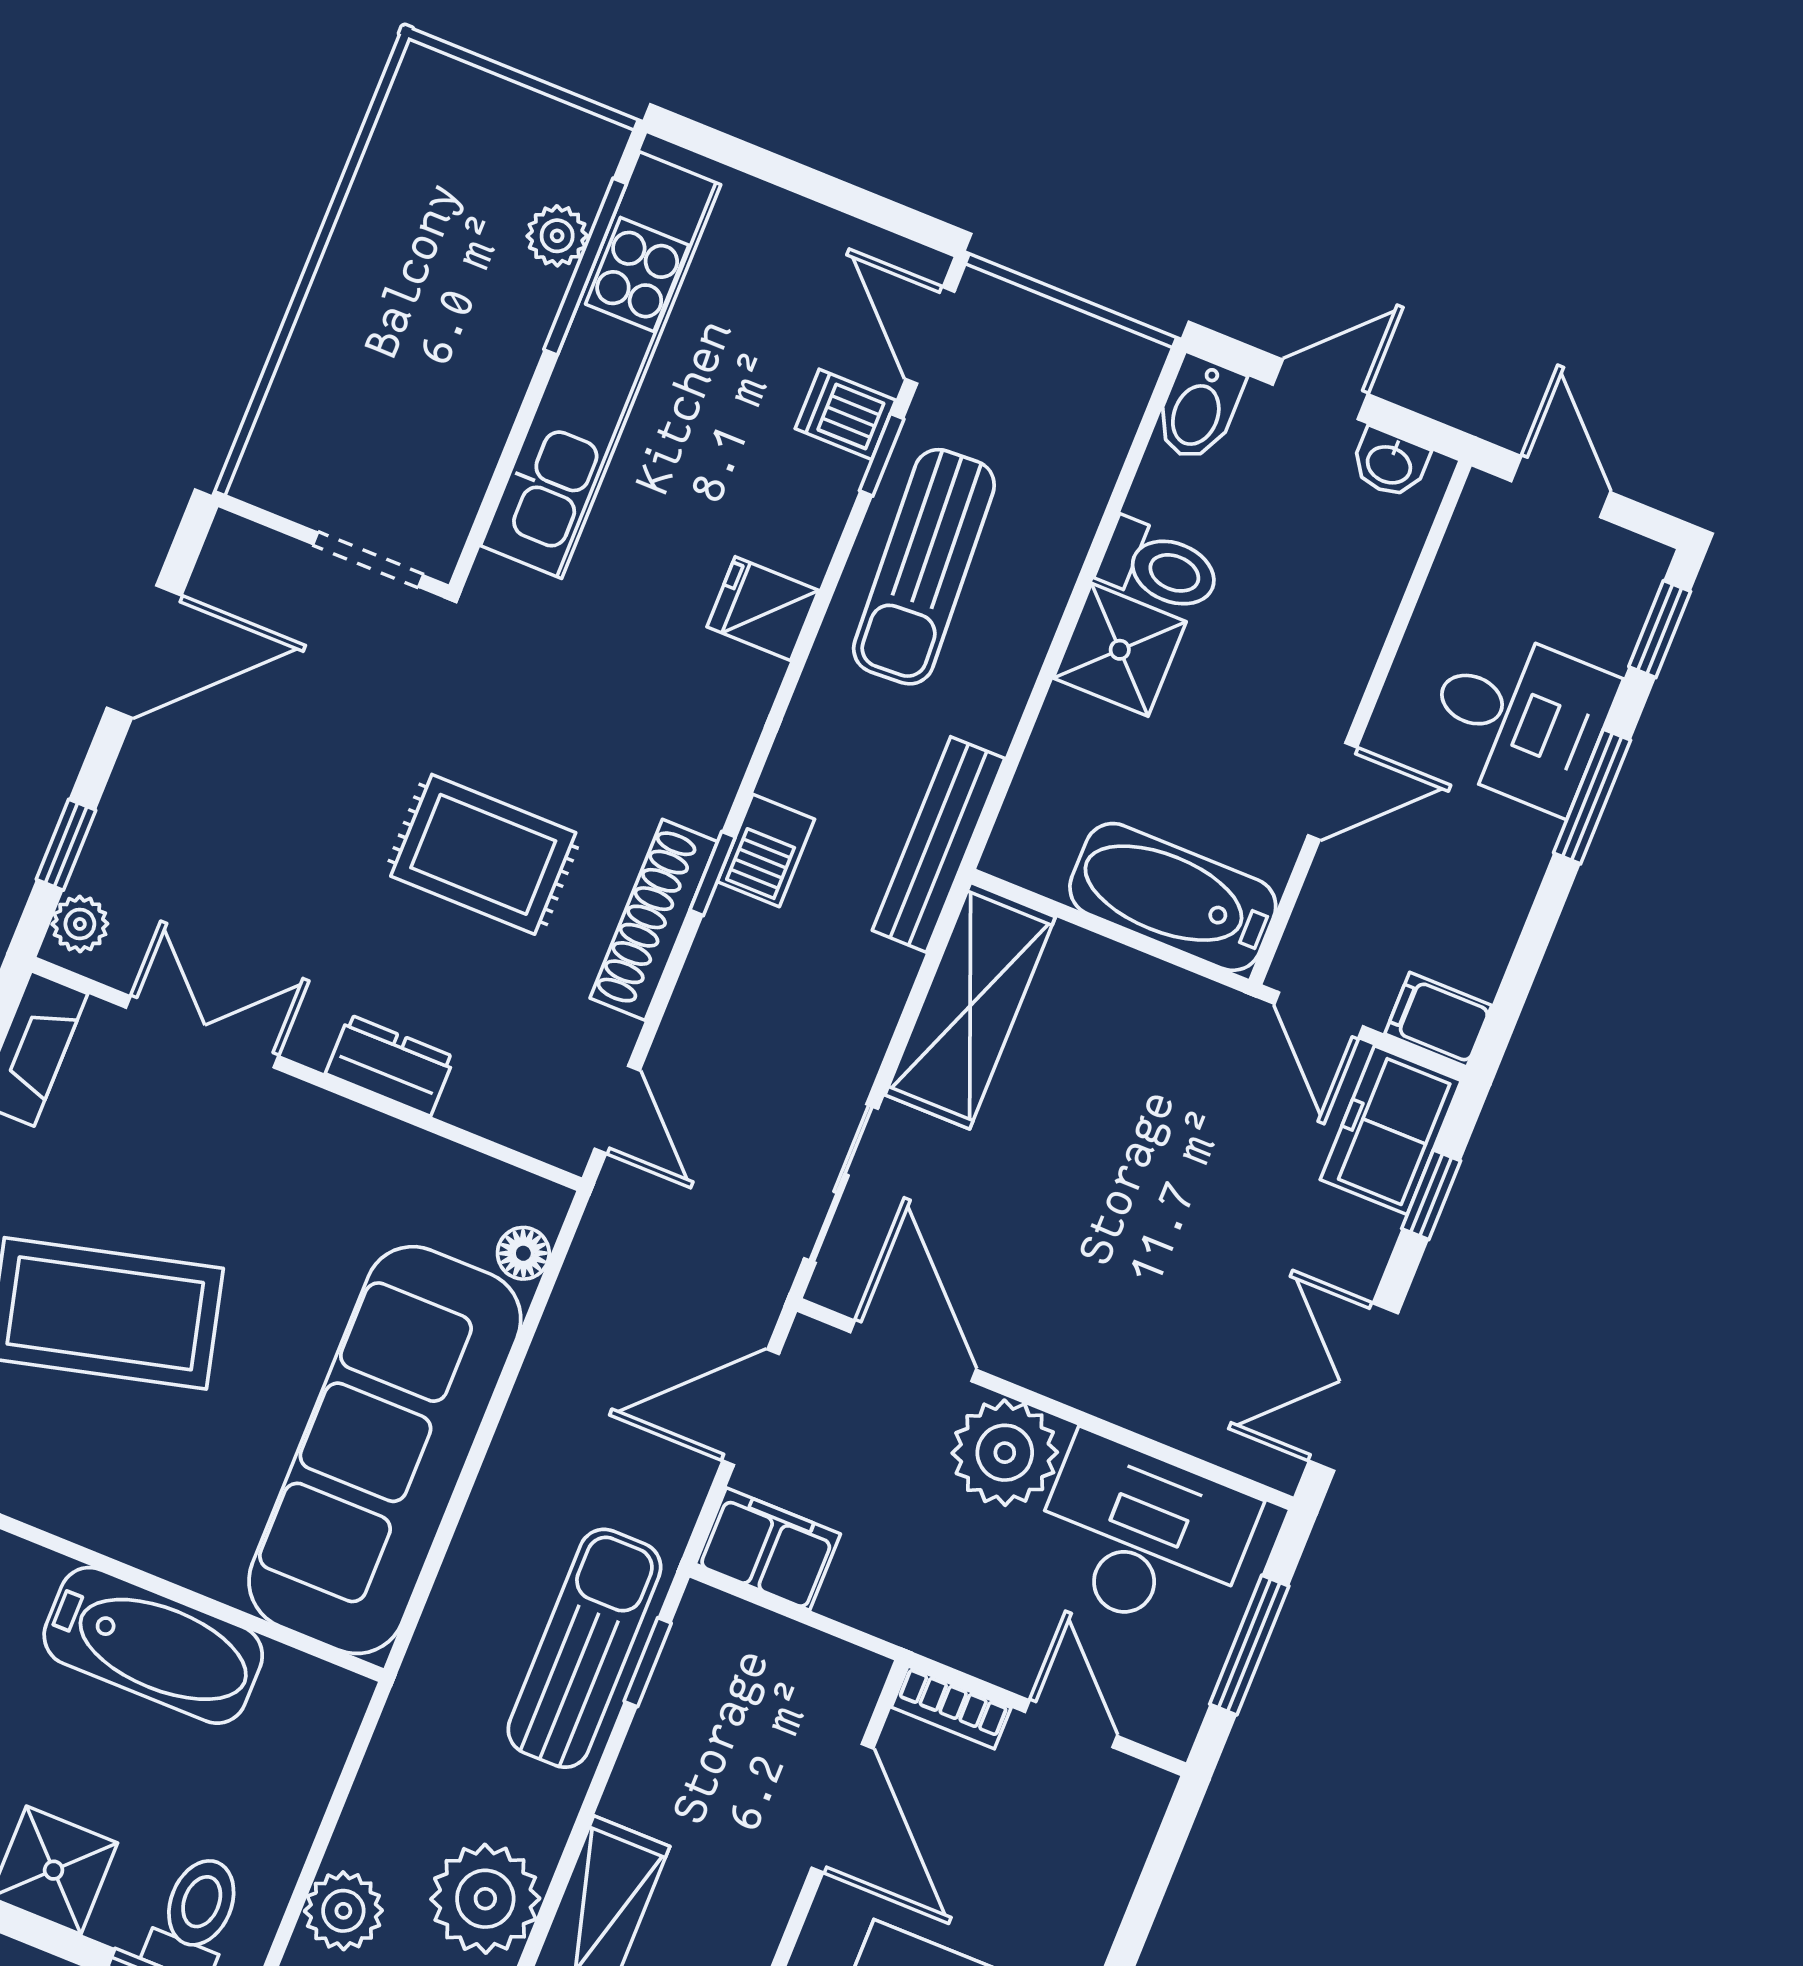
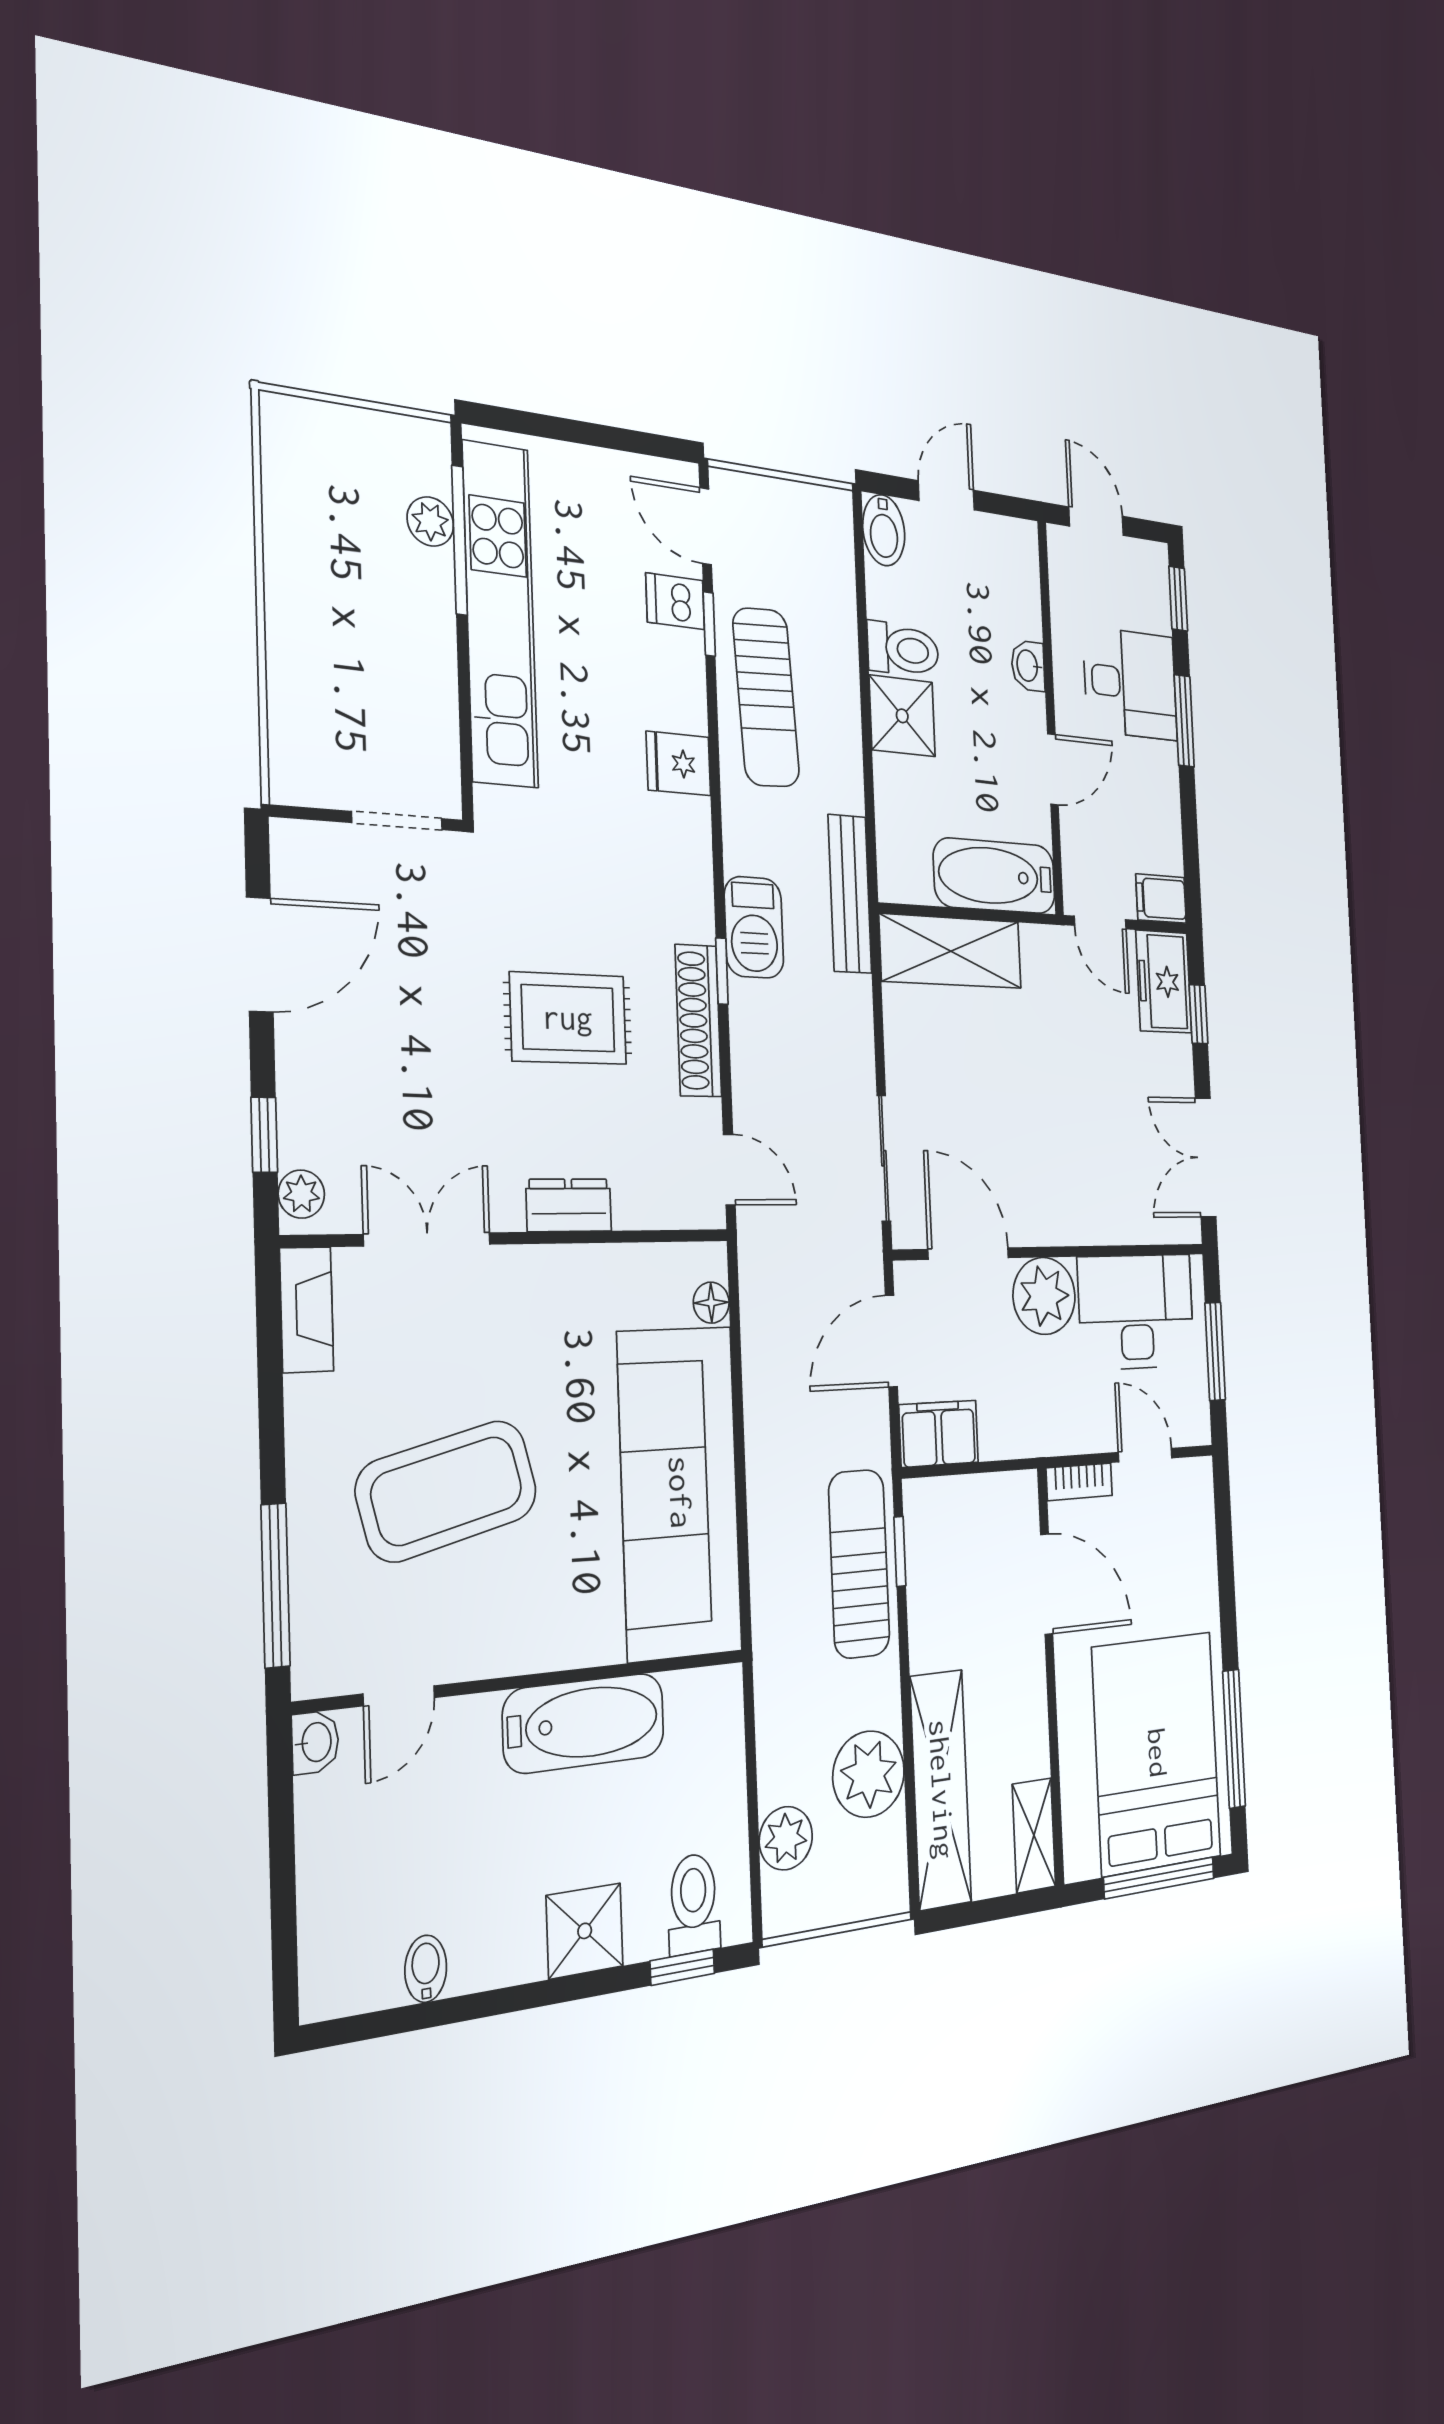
washbasin: (1390, 463) -> (1028, 666), moved, turned 90
barbecue: (766, 850) -> (754, 927), width x1.38, depth x1.27
shelving: (970, 1006) -> (951, 951), moved, turned 90

